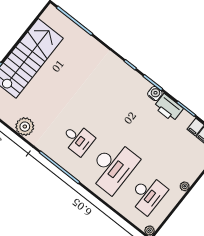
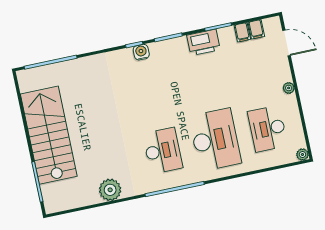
water cooler: (155, 94) -> (141, 52), moved
desk: (78, 139) -> (163, 151), width x1.37
desk: (148, 194) -> (268, 129), turned 180

